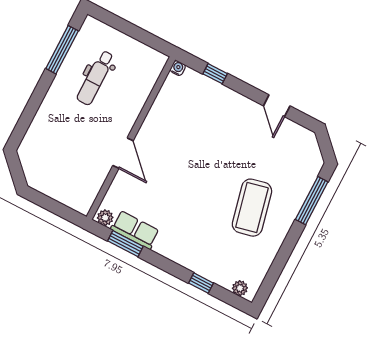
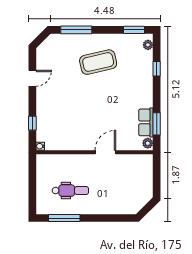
window: (270, 280) -> (134, 30), added

